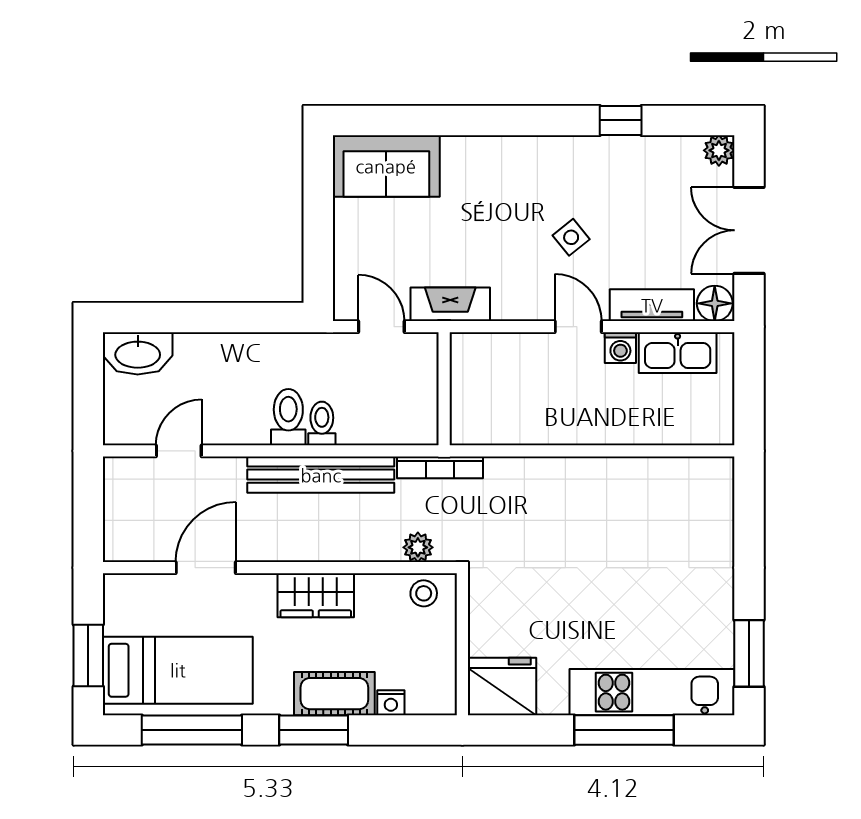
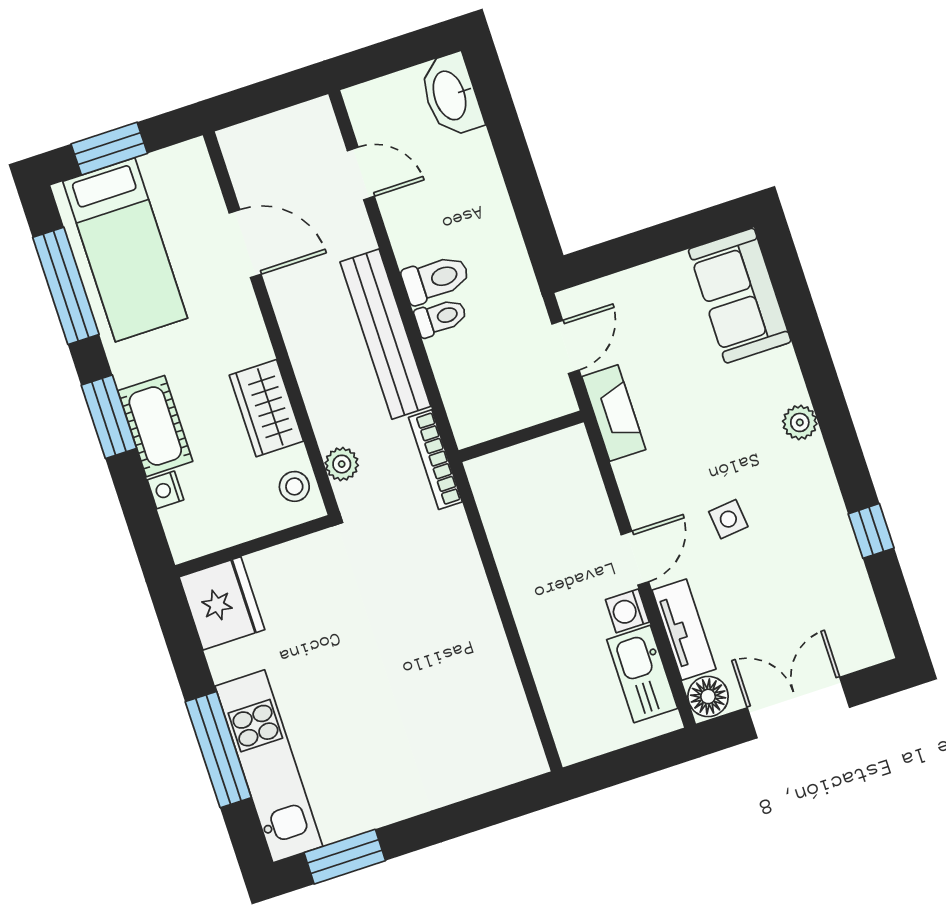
plant: (719, 150) -> (800, 422), moved
side table: (571, 237) -> (728, 519), turned 33
wardrobe: (316, 595) -> (266, 408), moved

